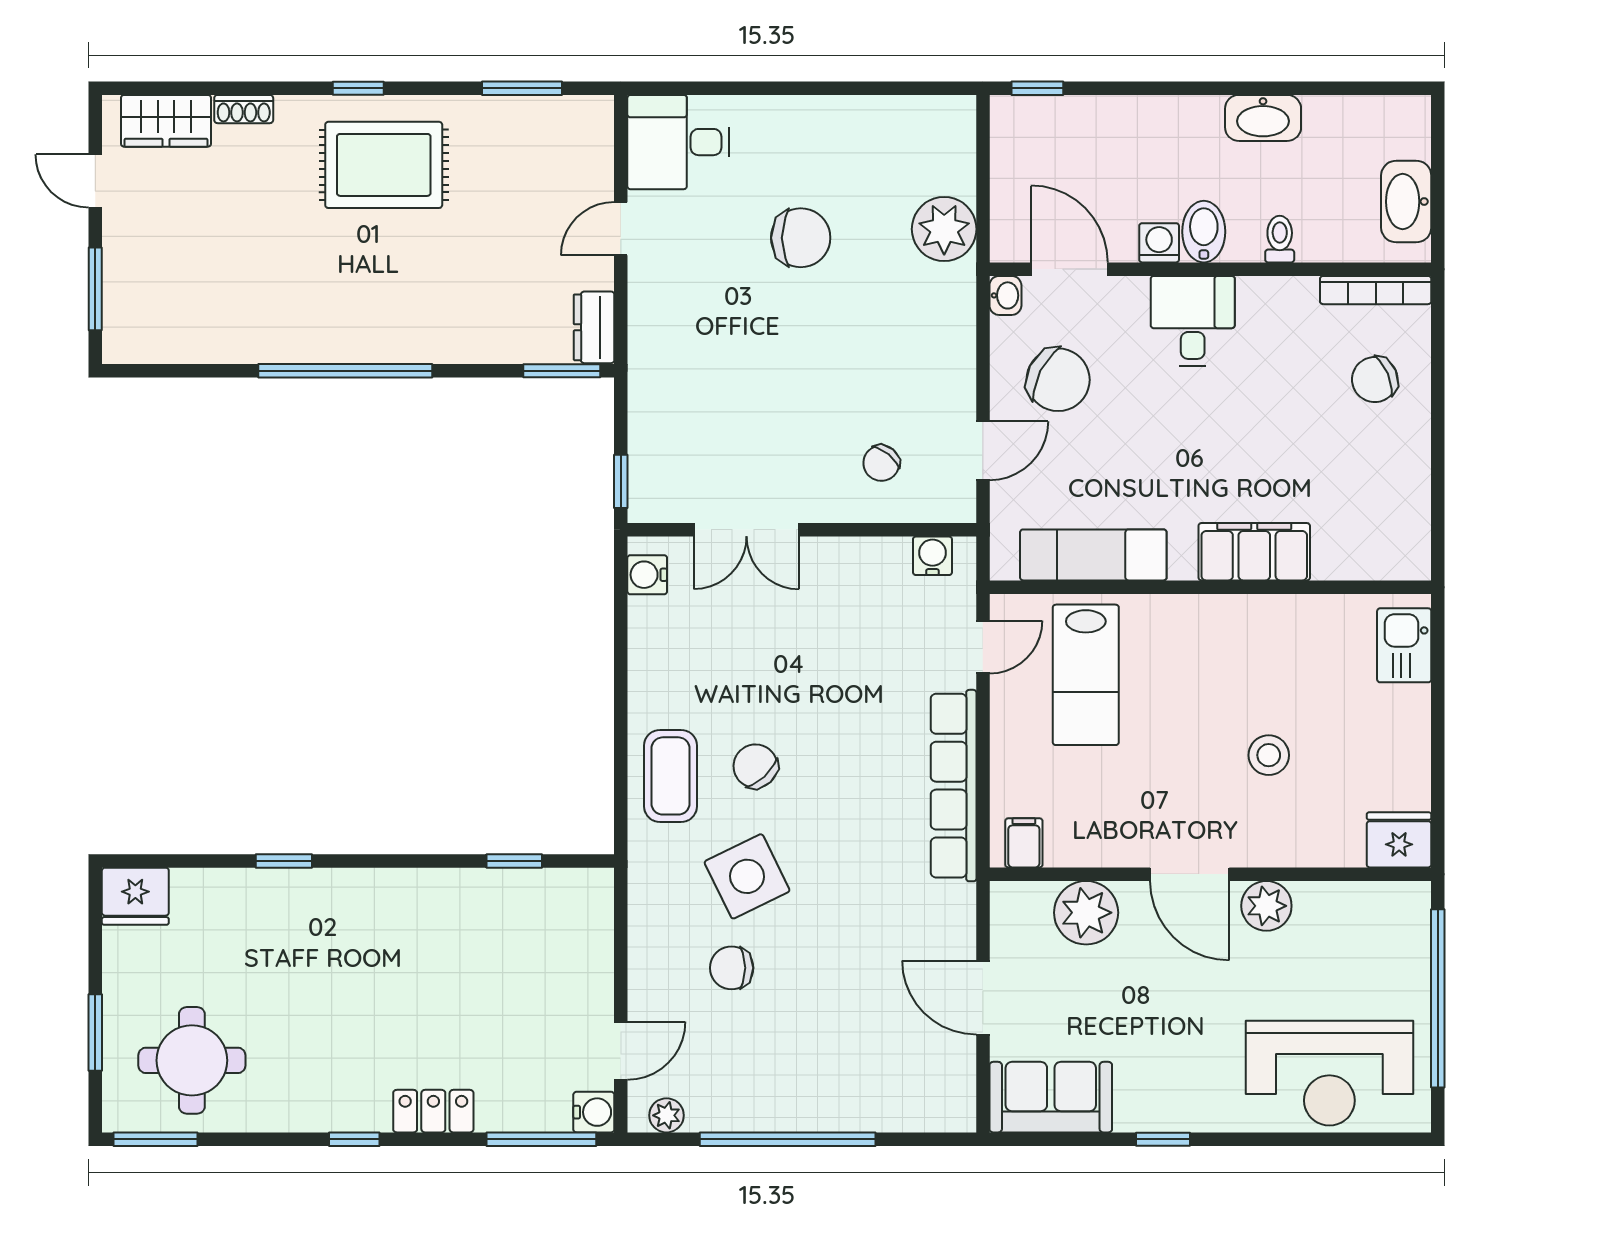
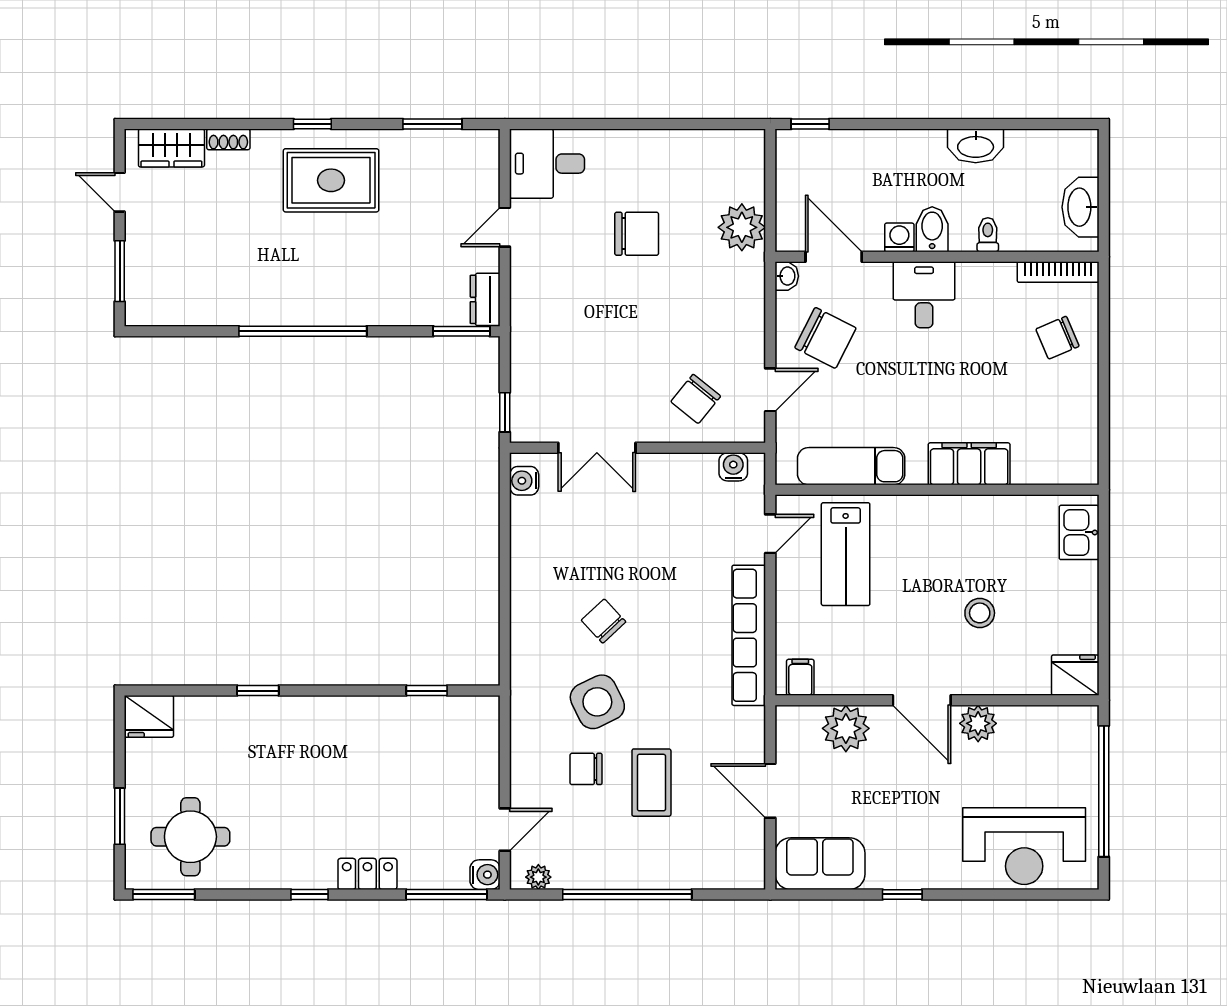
chair: (881, 463) -> (696, 399), width x1.37, depth x1.37
coffee table: (670, 776) -> (651, 783), moved

